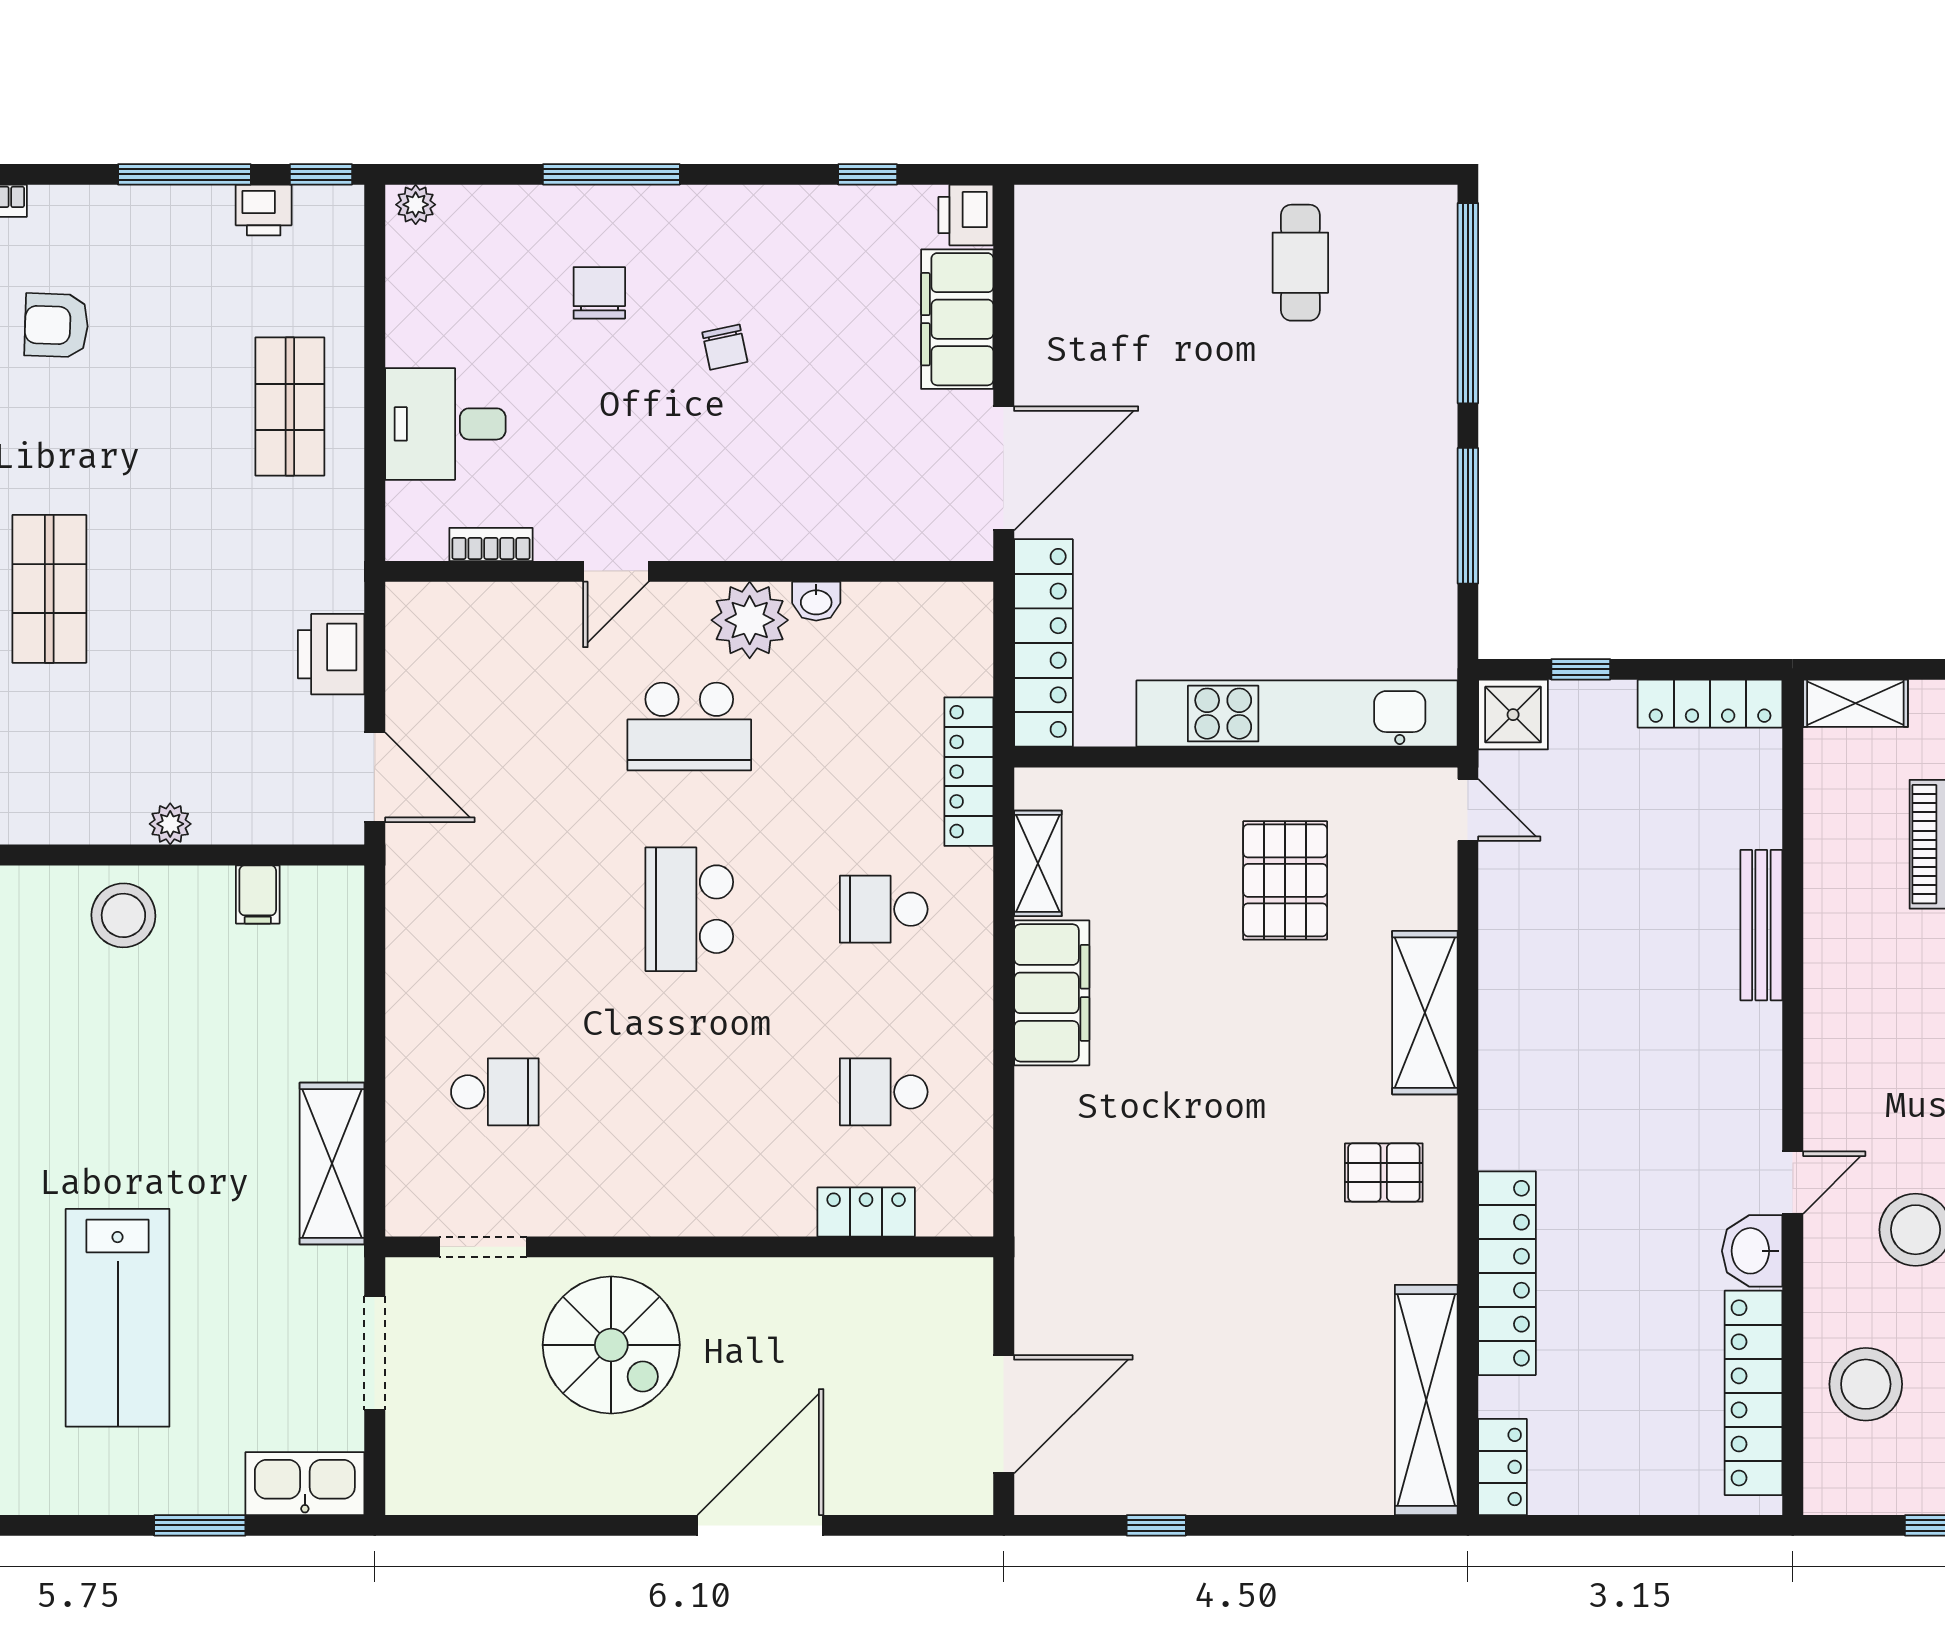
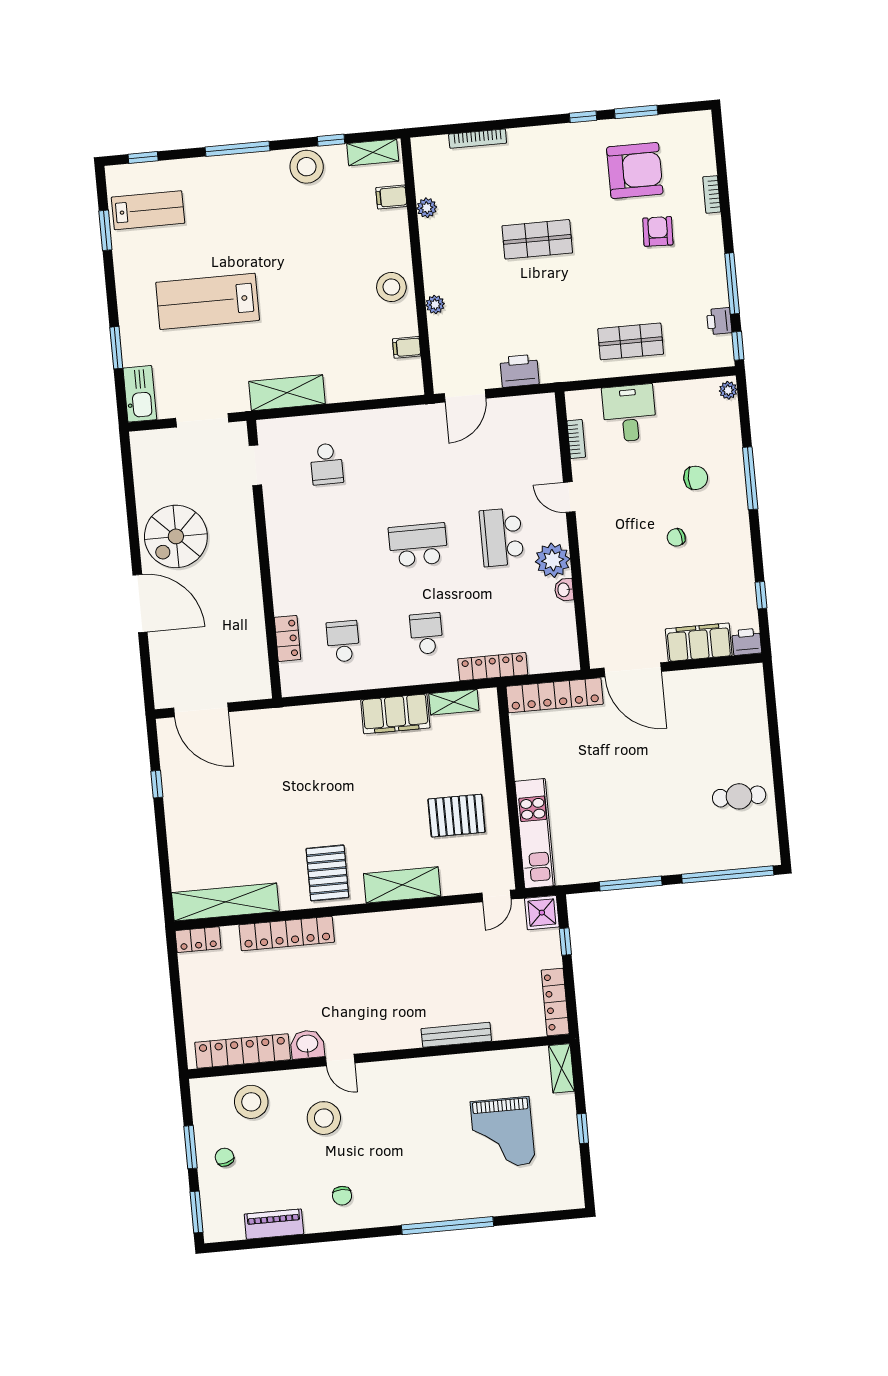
kitchen unit: (1297, 714) -> (535, 833), width x0.73
pallet: (1384, 1172) -> (327, 873), width x1.50, depth x1.42
spiral stairs: (611, 1345) -> (176, 536), moved

